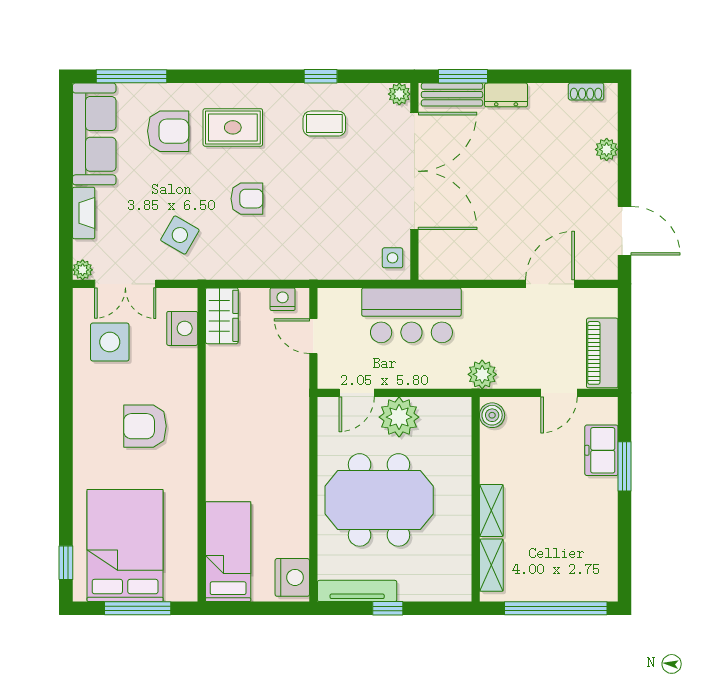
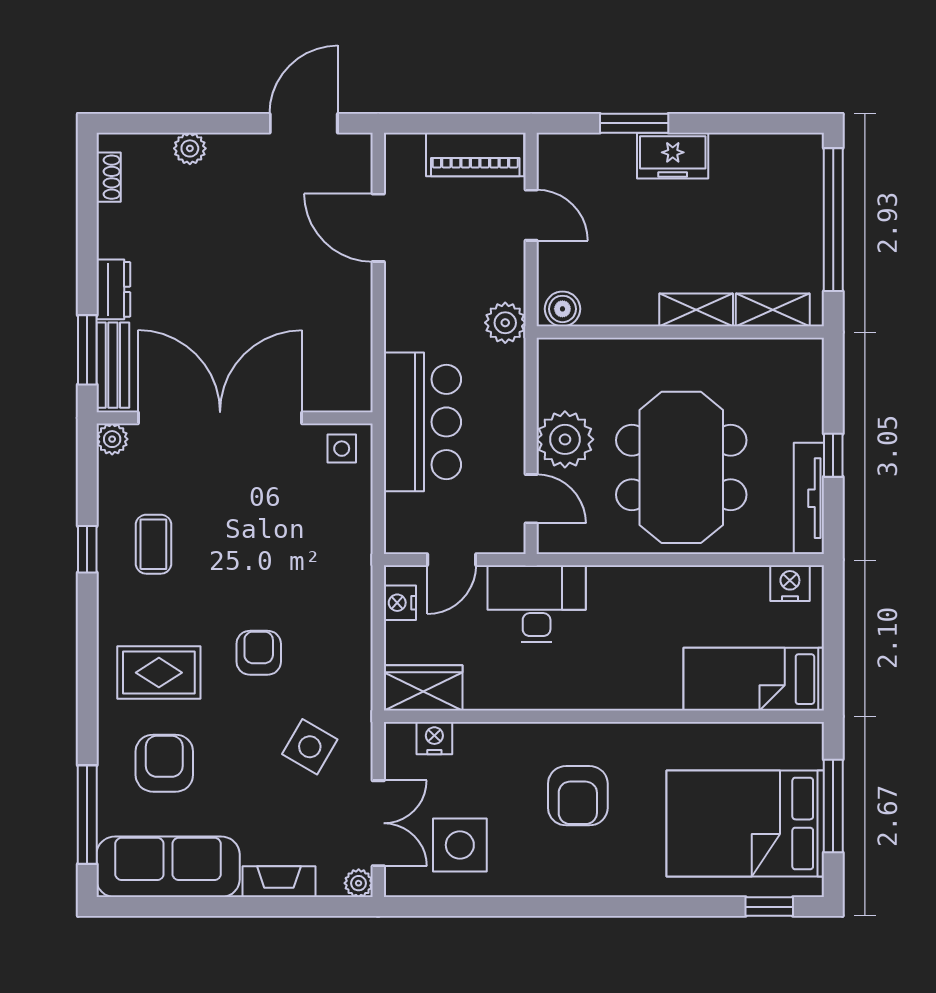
rug: (233, 127) -> (159, 673), turned 90
nightstand: (182, 328) -> (434, 738), width x0.74, depth x0.75
desk: (282, 397) -> (537, 604), added
freezer: (601, 450) -> (673, 156), moved
nightstand: (292, 577) -> (790, 583), width x0.74, depth x0.75

